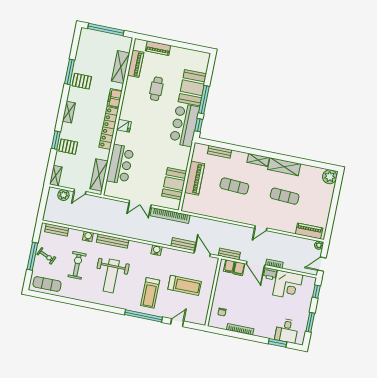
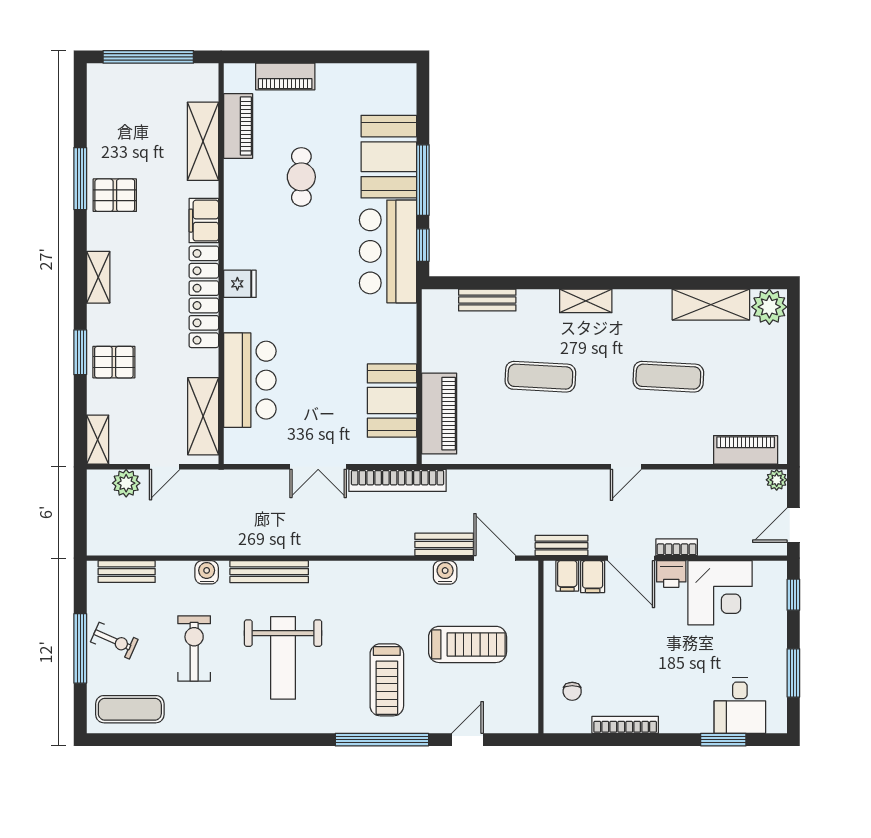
shelving: (284, 167) -> (711, 305), moved
piano: (195, 178) -> (439, 414), moved
water cooler: (157, 250) -> (445, 572), moved

